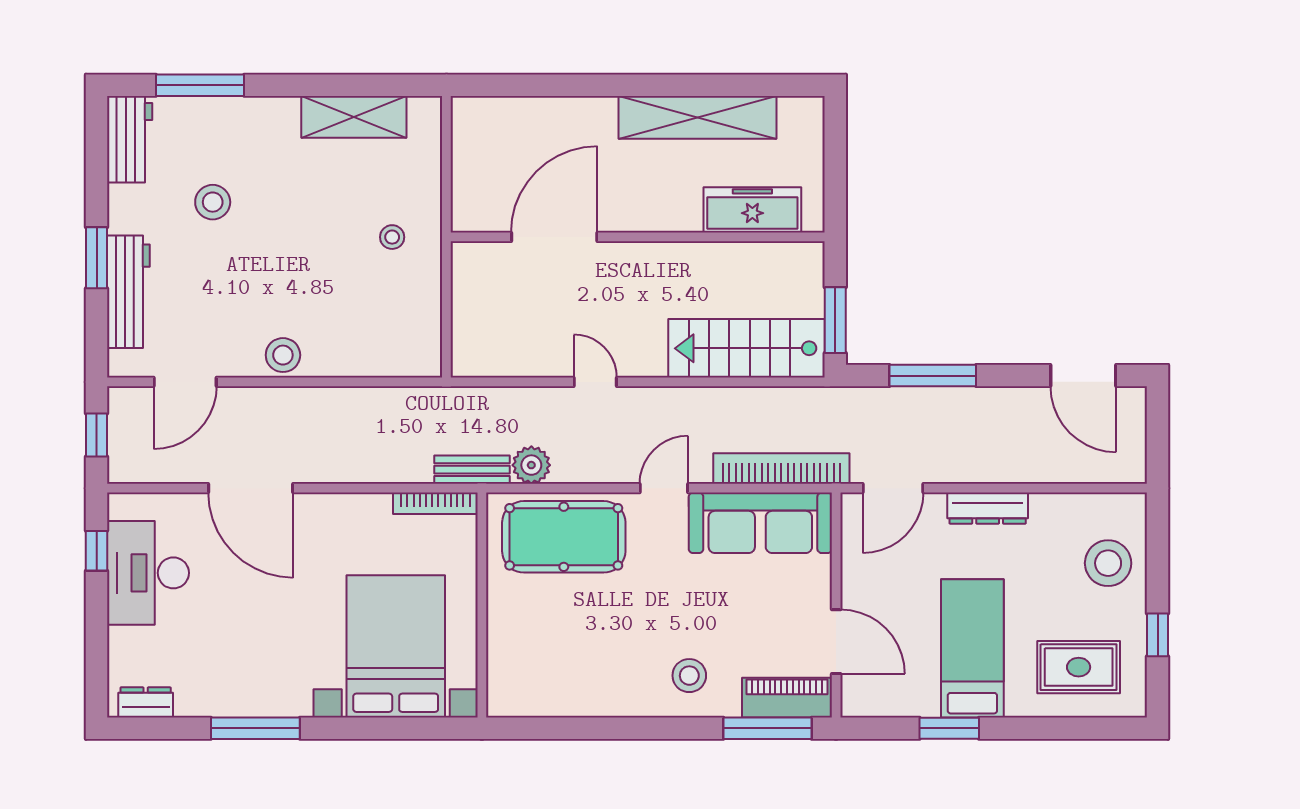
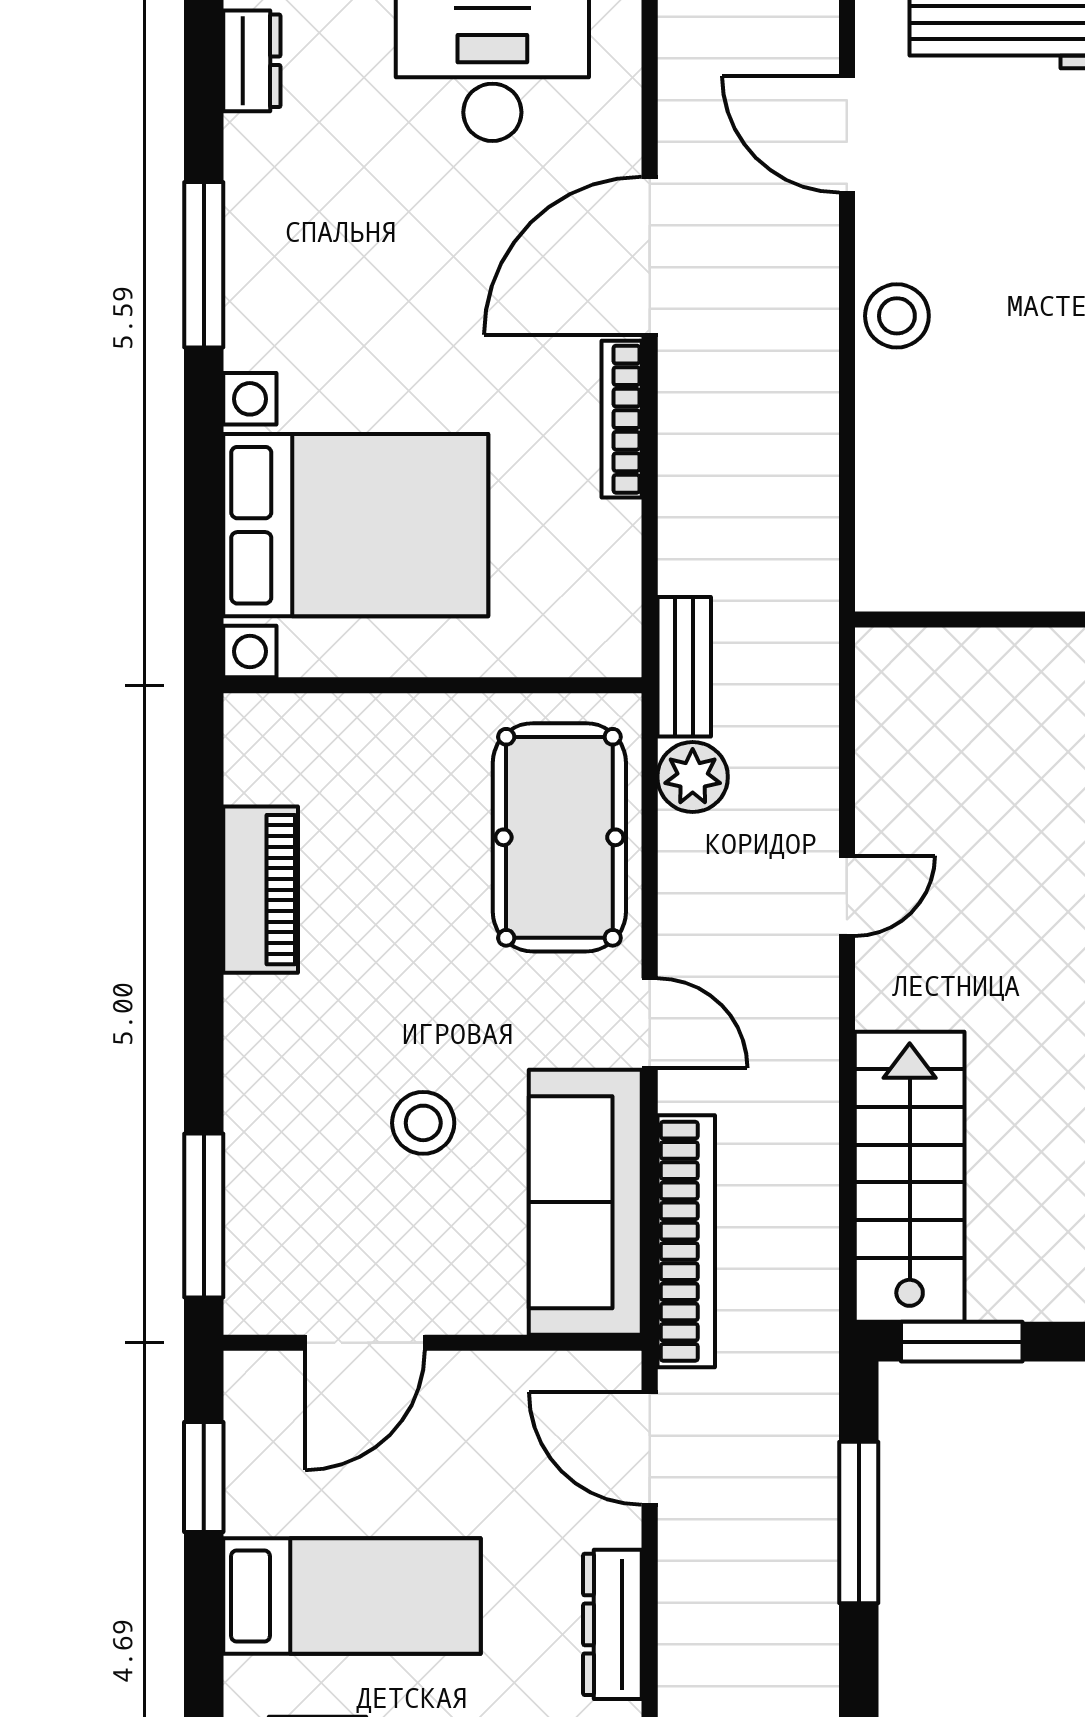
bookcase: (435, 503) -> (622, 419), moved
stool: (689, 676) -> (423, 1123), moved
piano: (787, 698) -> (261, 890), moved
window: (949, 728) -> (204, 1477), moved

